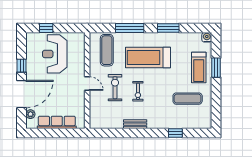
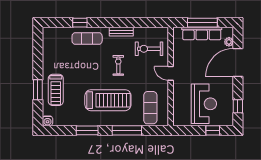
window: (22, 66) -> (238, 106), moved
treadmill: (199, 68) -> (56, 90), turned 180
exercise bike: (115, 88) -> (149, 49), moved, turned 90
exercise mat: (188, 99) -> (87, 39), moved
window: (56, 133) -> (202, 23), added

